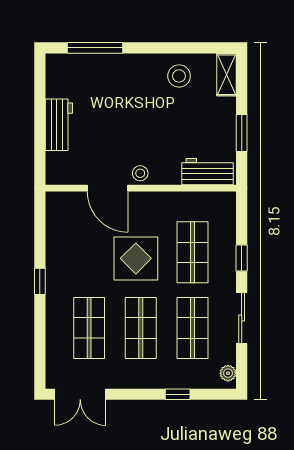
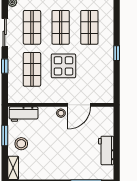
stool: (179, 76) -> (21, 144), moved
workbench: (59, 125) -> (106, 150), moved
door: (107, 188) -> (79, 105), swing flipped

